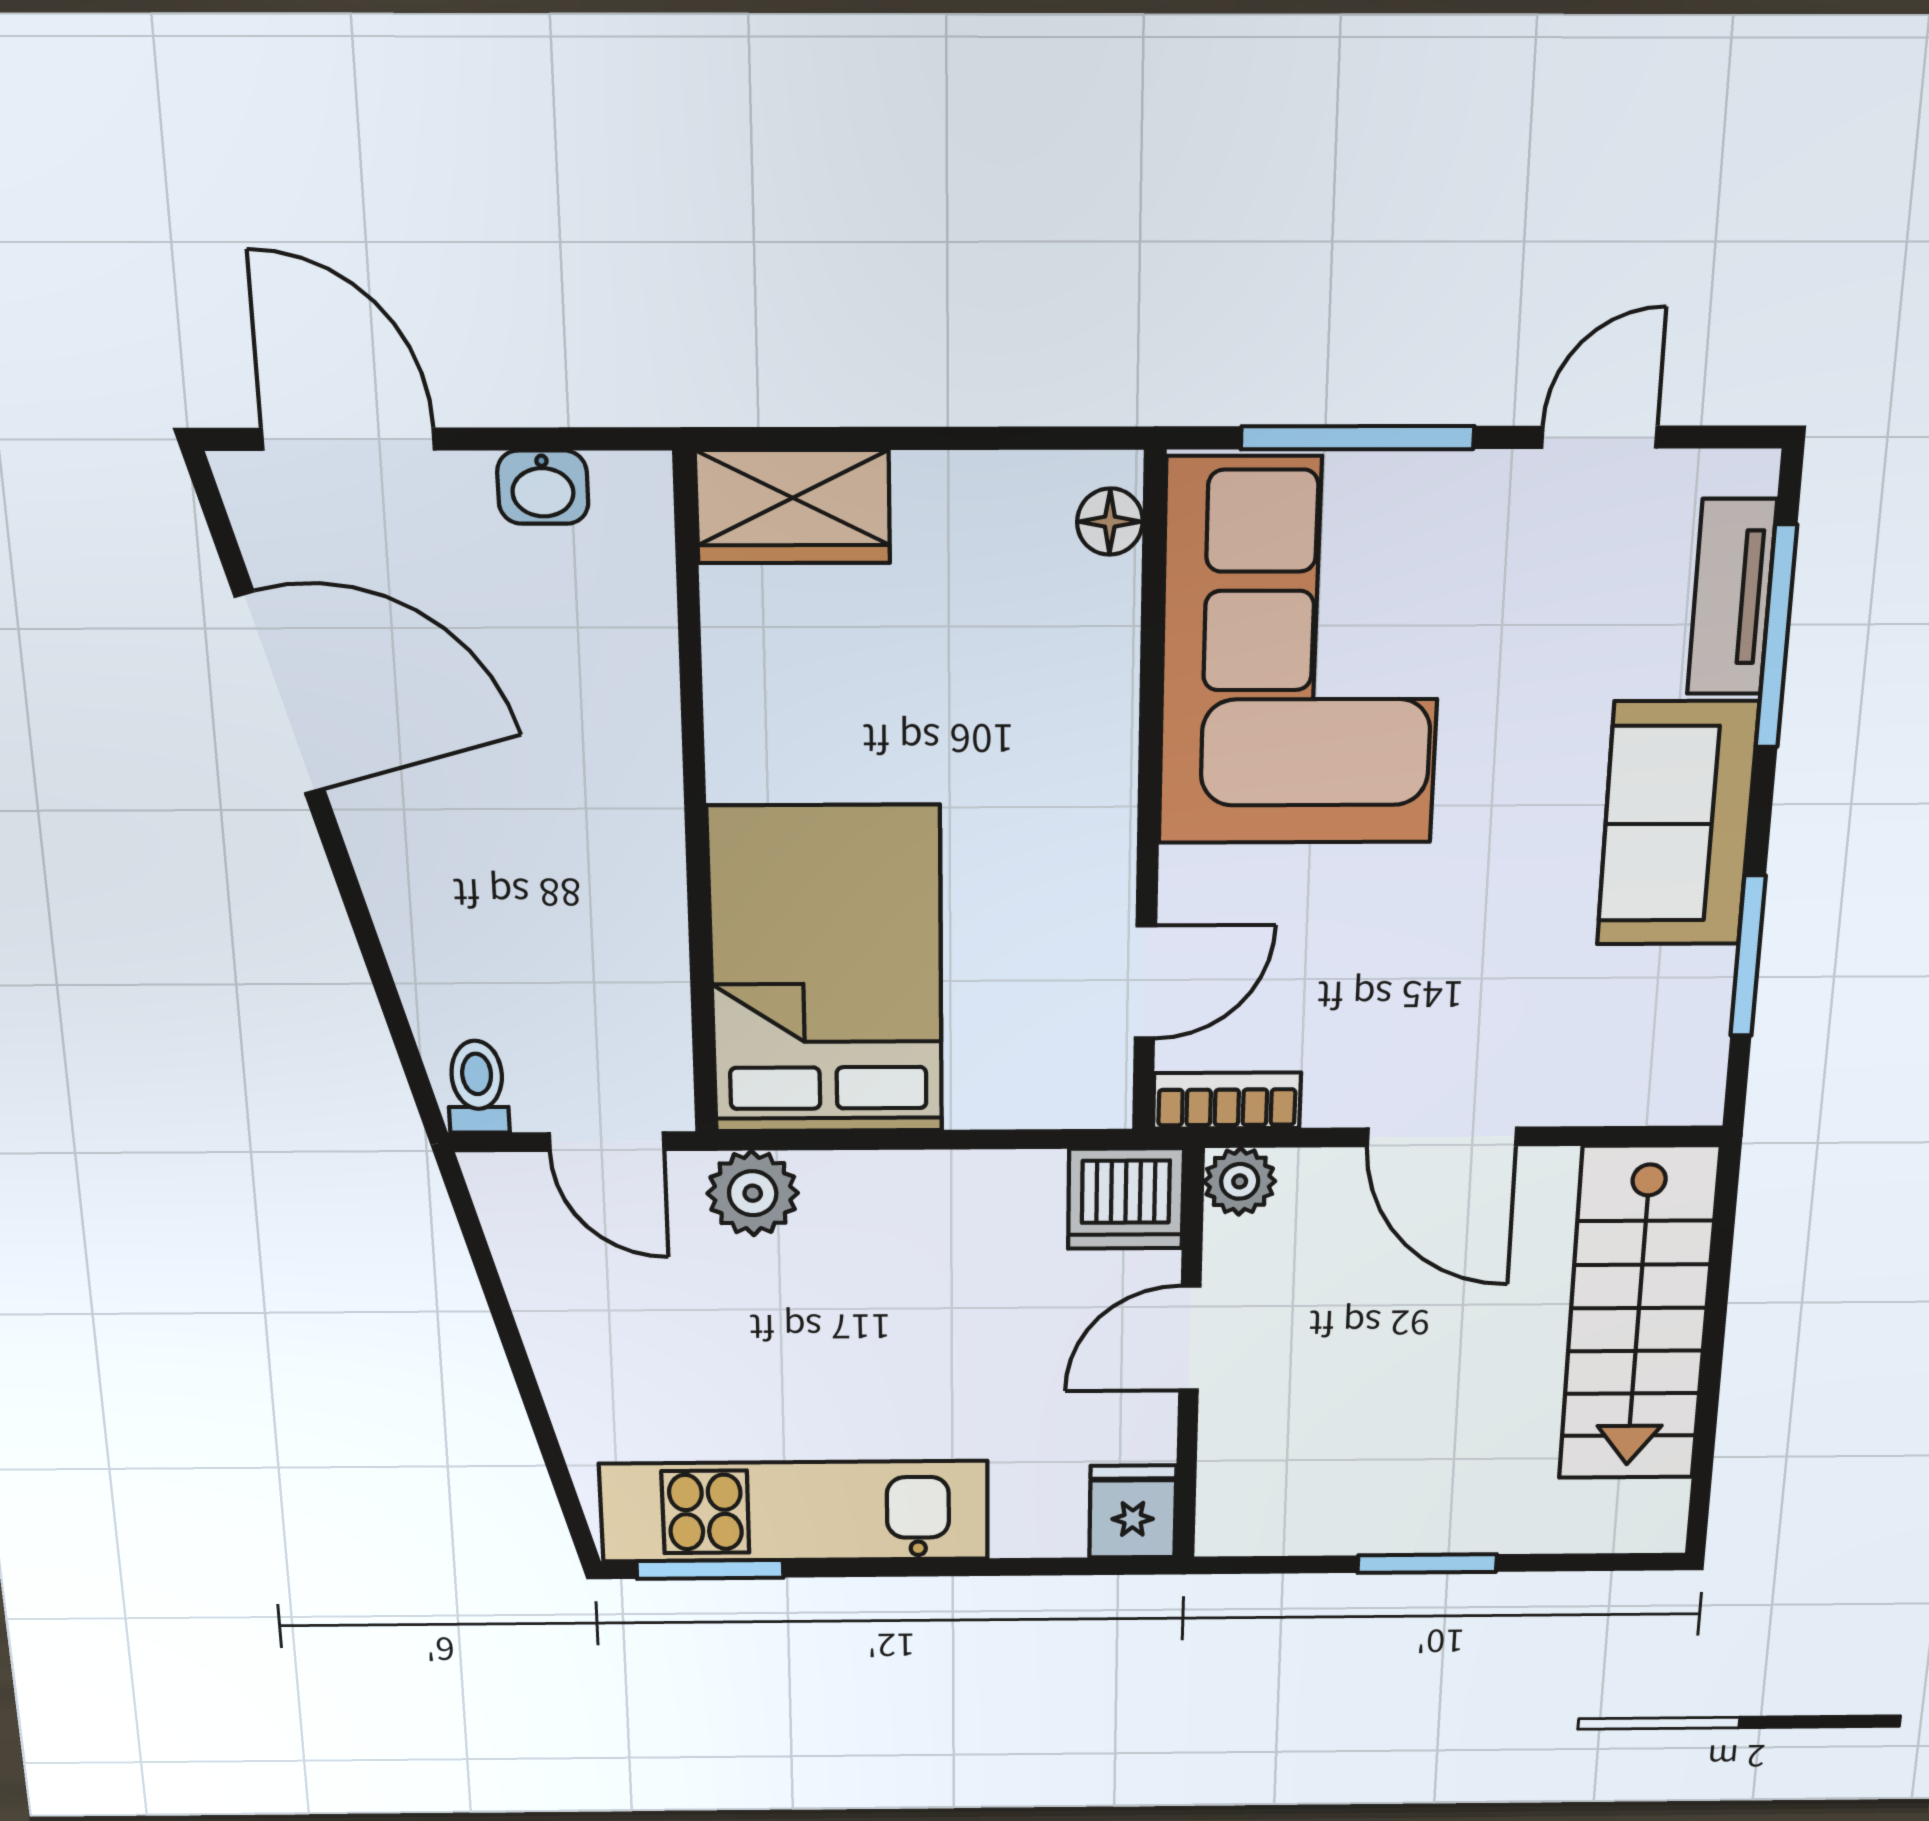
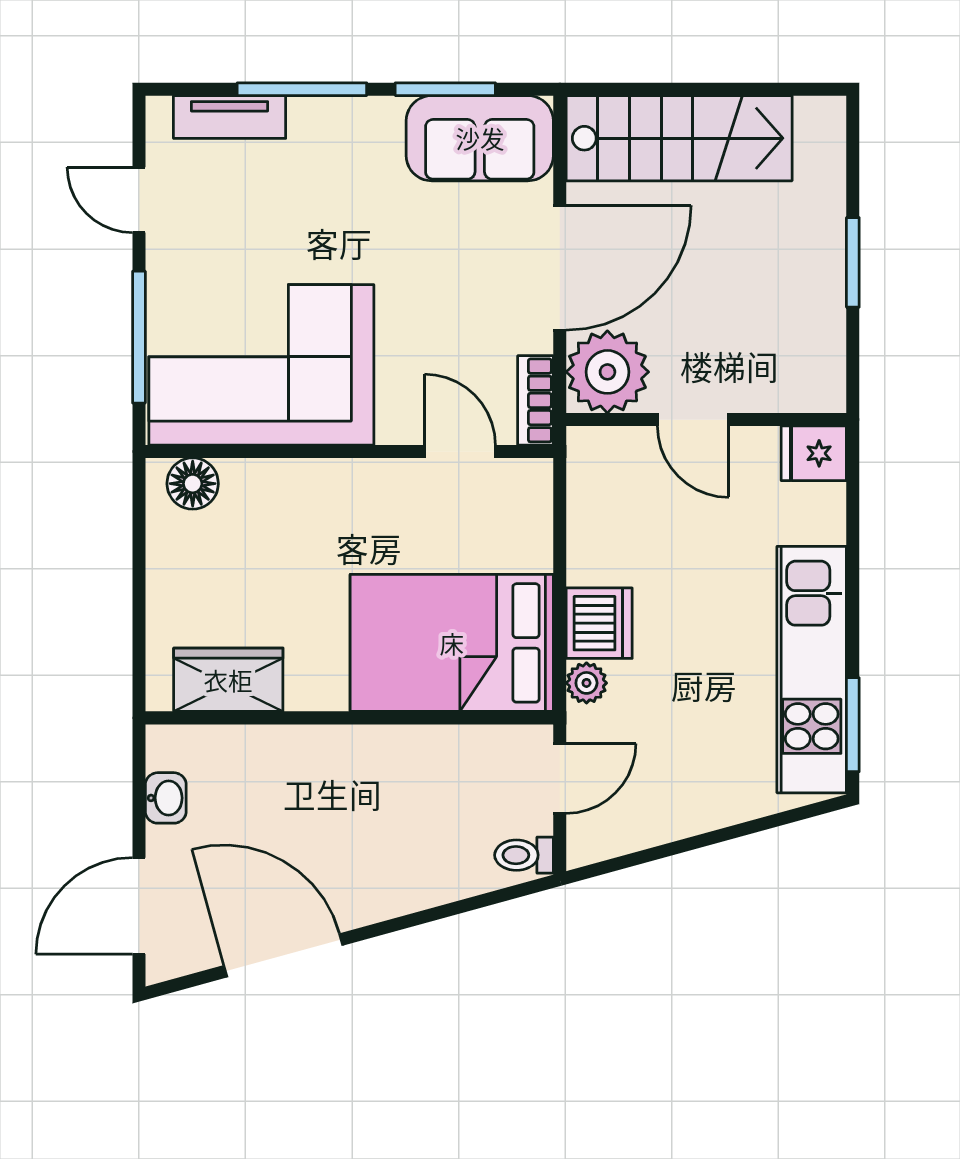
wardrobe: (793, 507) -> (228, 680), moved, turned -90
floor lamp: (1110, 522) -> (193, 484), width x1.37, depth x1.37
window: (1776, 637) -> (302, 89), moved
door: (280, 694) -> (283, 955), hinge flipped
sofa: (1677, 824) -> (480, 138), moved
door: (1442, 1137) -> (560, 268), width x1.36
plant: (1240, 1181) -> (607, 372), width x1.87, depth x1.87
plant: (753, 1193) -> (586, 683), width x0.73, depth x0.73
dishwasher: (1126, 1199) -> (599, 623), moved

